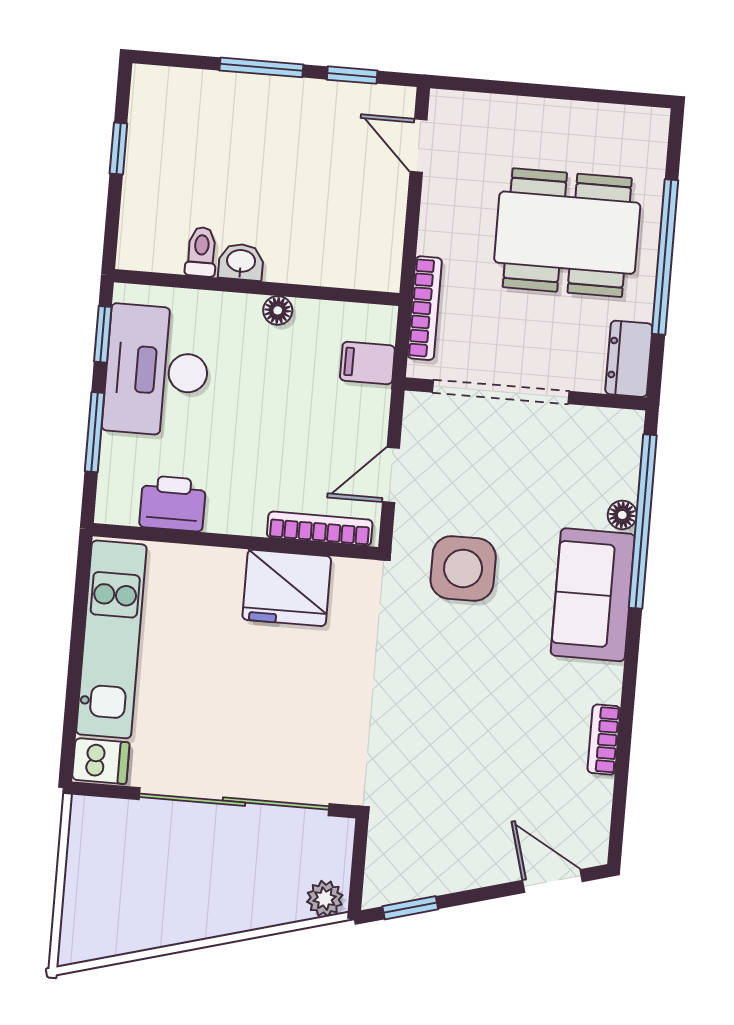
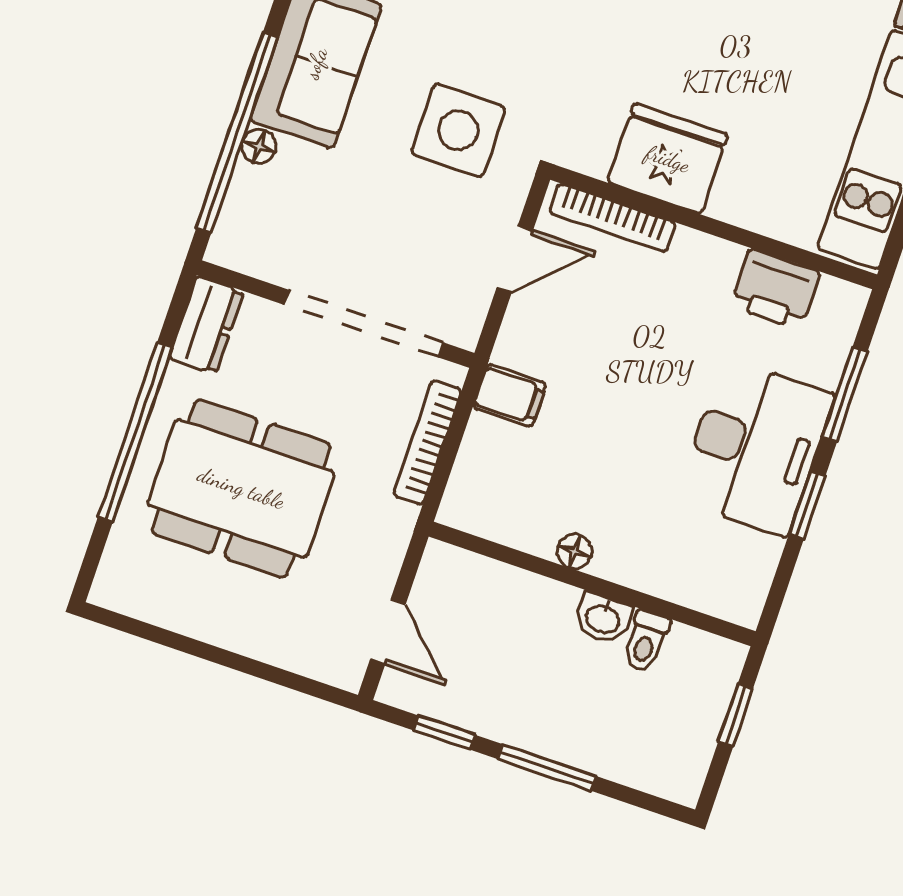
toilet: (201, 252) -> (646, 641), moved
washbasin: (241, 262) -> (603, 618), moved
wall: (257, 288) -> (592, 584), moved
floor lamp: (278, 310) -> (575, 551), moved

